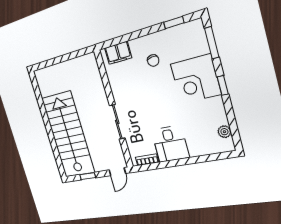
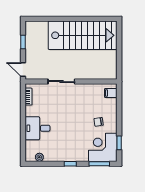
filing cabinet: (118, 53) -> (111, 93), width x0.50
corner desk: (196, 79) -> (103, 147), moved
stairs: (68, 135) -> (83, 35), moved
desk: (170, 144) -> (38, 128), moved

